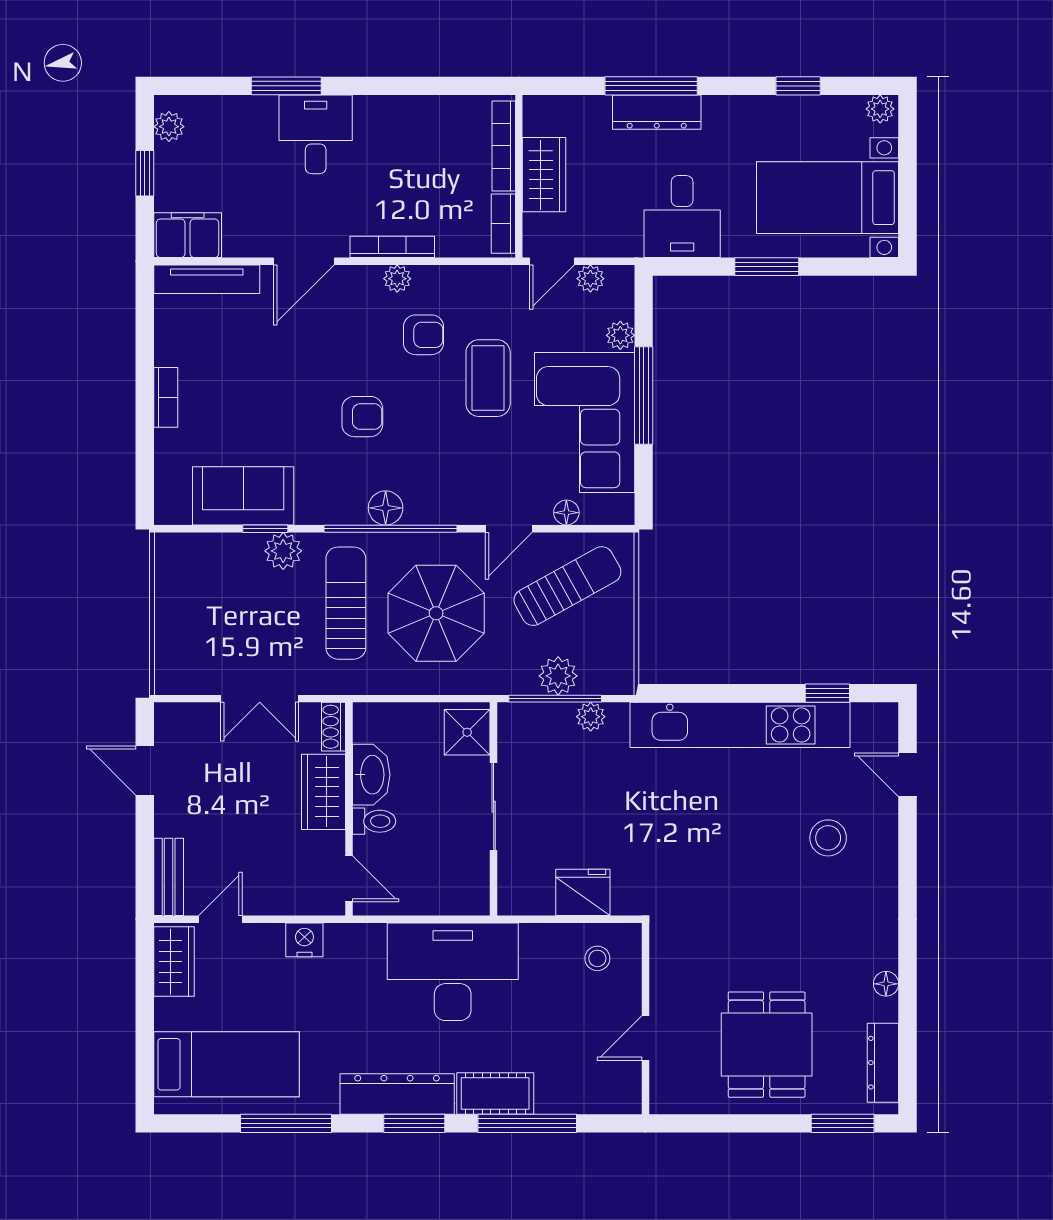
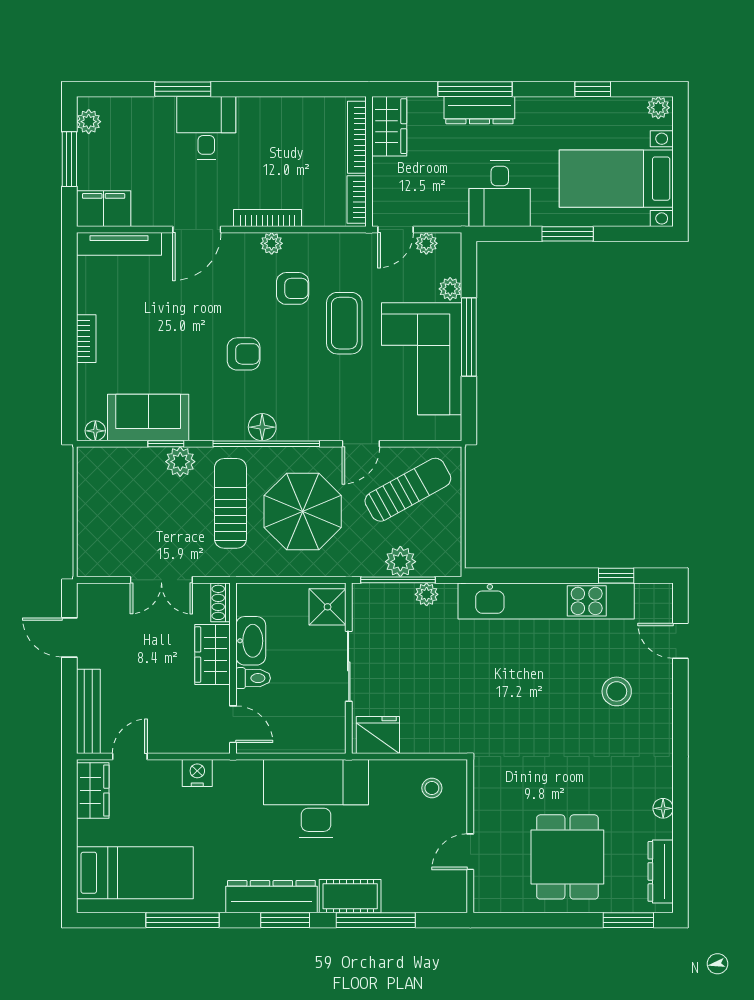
window: (145, 173) -> (69, 159), width x1.50
wardrobe: (544, 175) -> (389, 126), moved
floor lamp: (566, 513) -> (95, 431), moved
bench: (169, 877) -> (88, 711), width x1.36
fridge: (583, 892) -> (378, 735), moved

